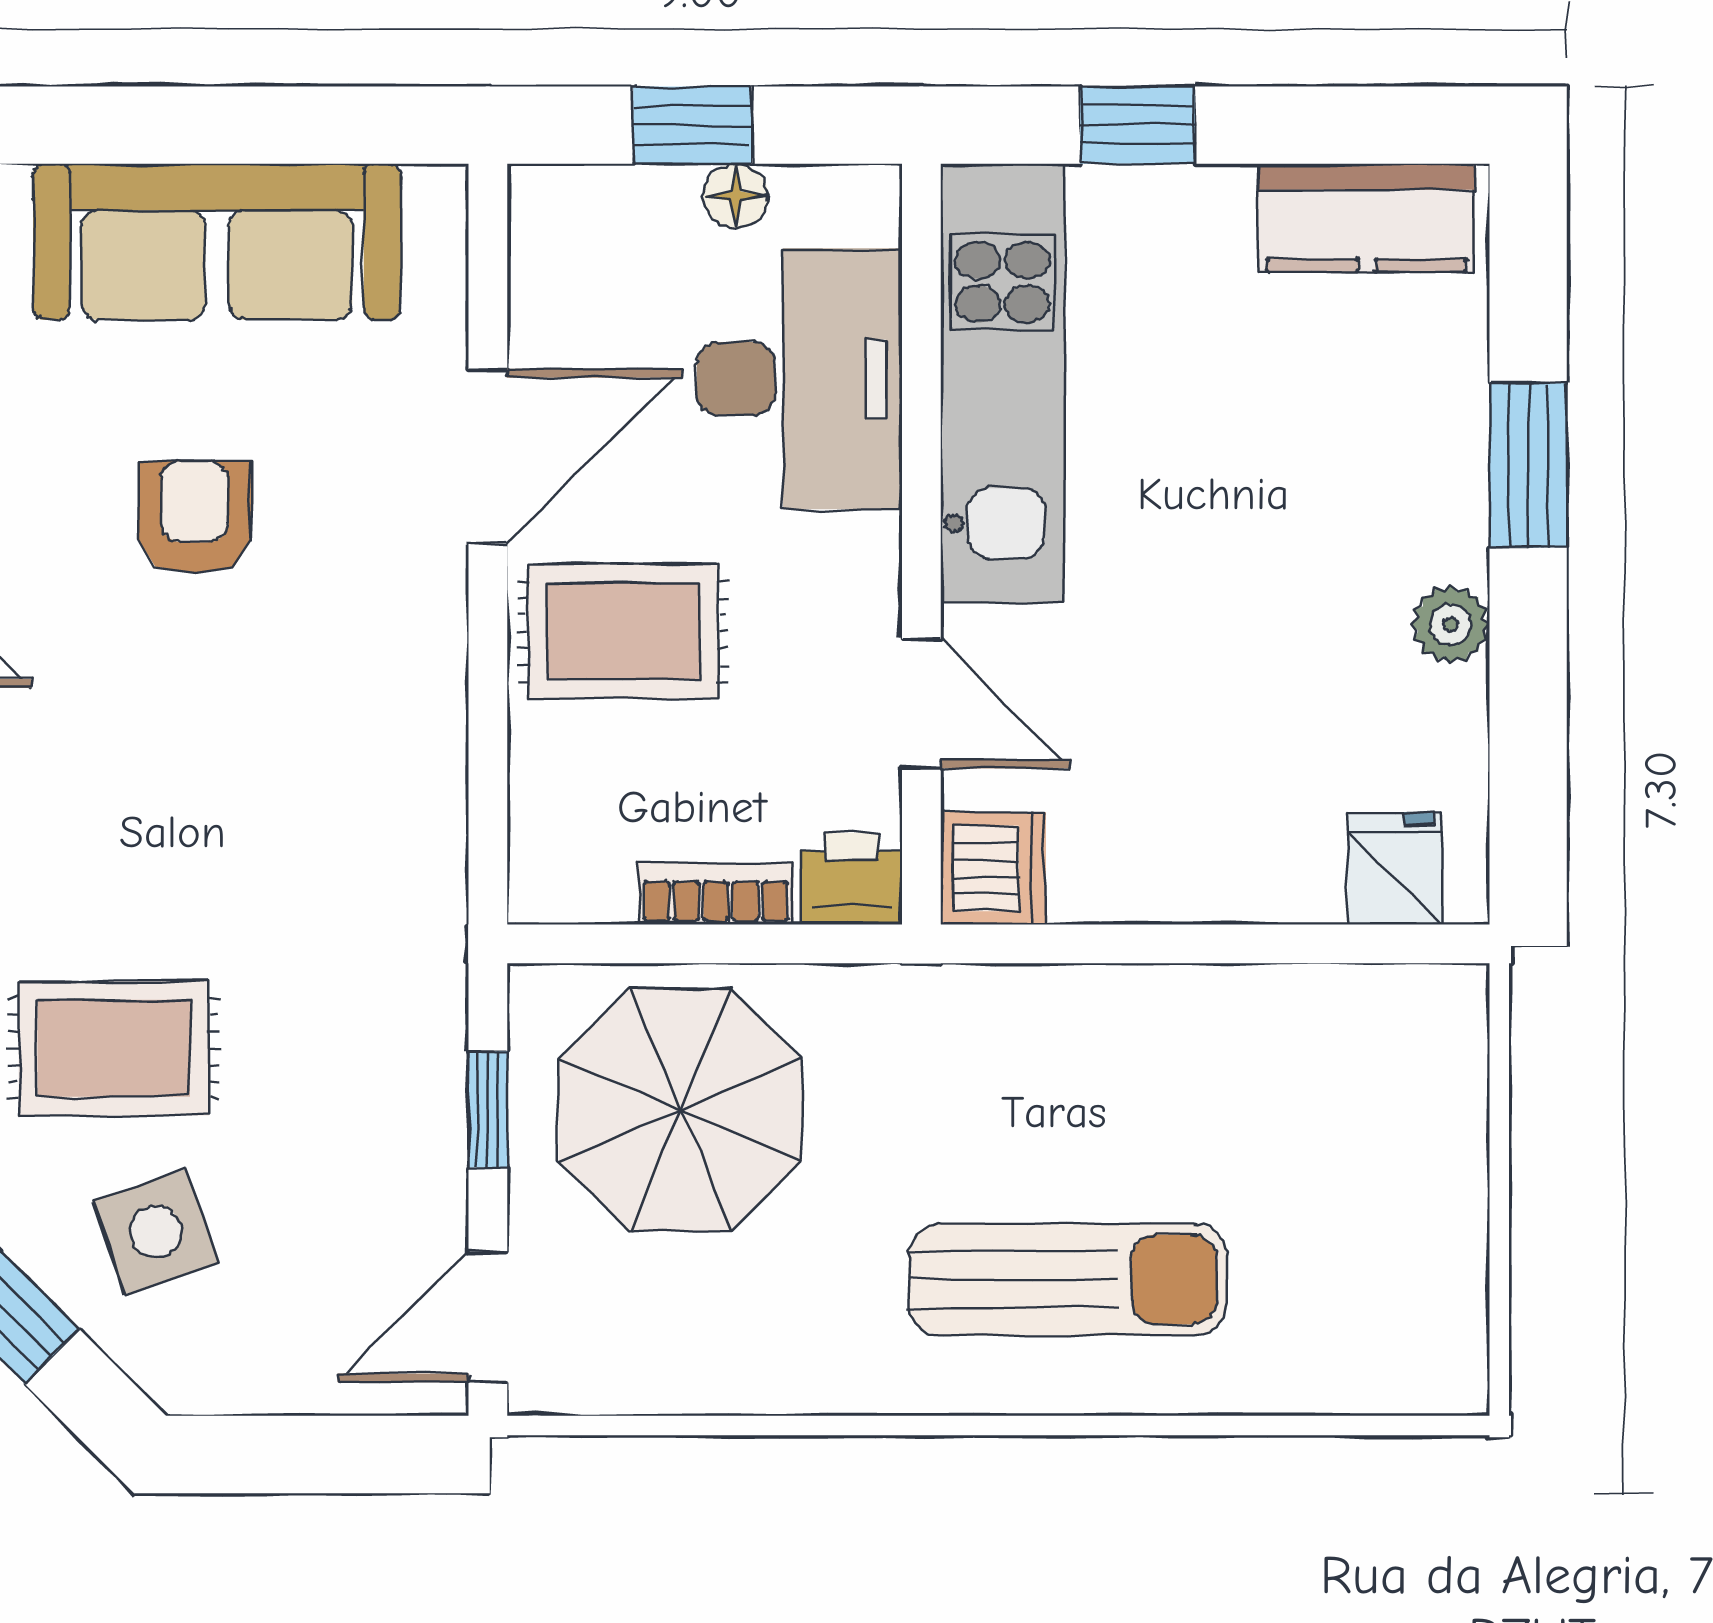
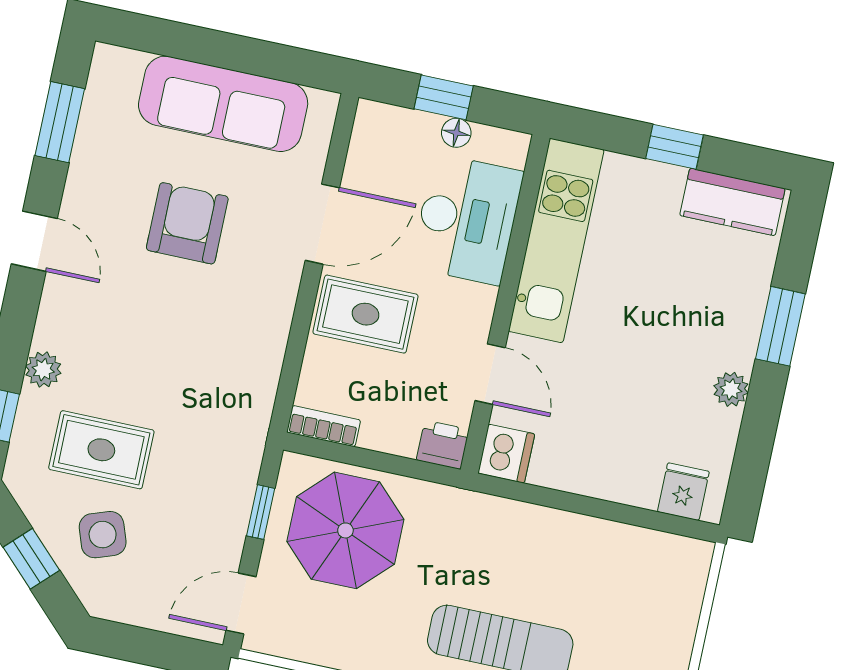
window: (1138, 125) -> (675, 147), moved
armchair: (195, 517) -> (187, 223), width x1.38, depth x1.38
bookcase: (716, 894) -> (324, 426), moved

